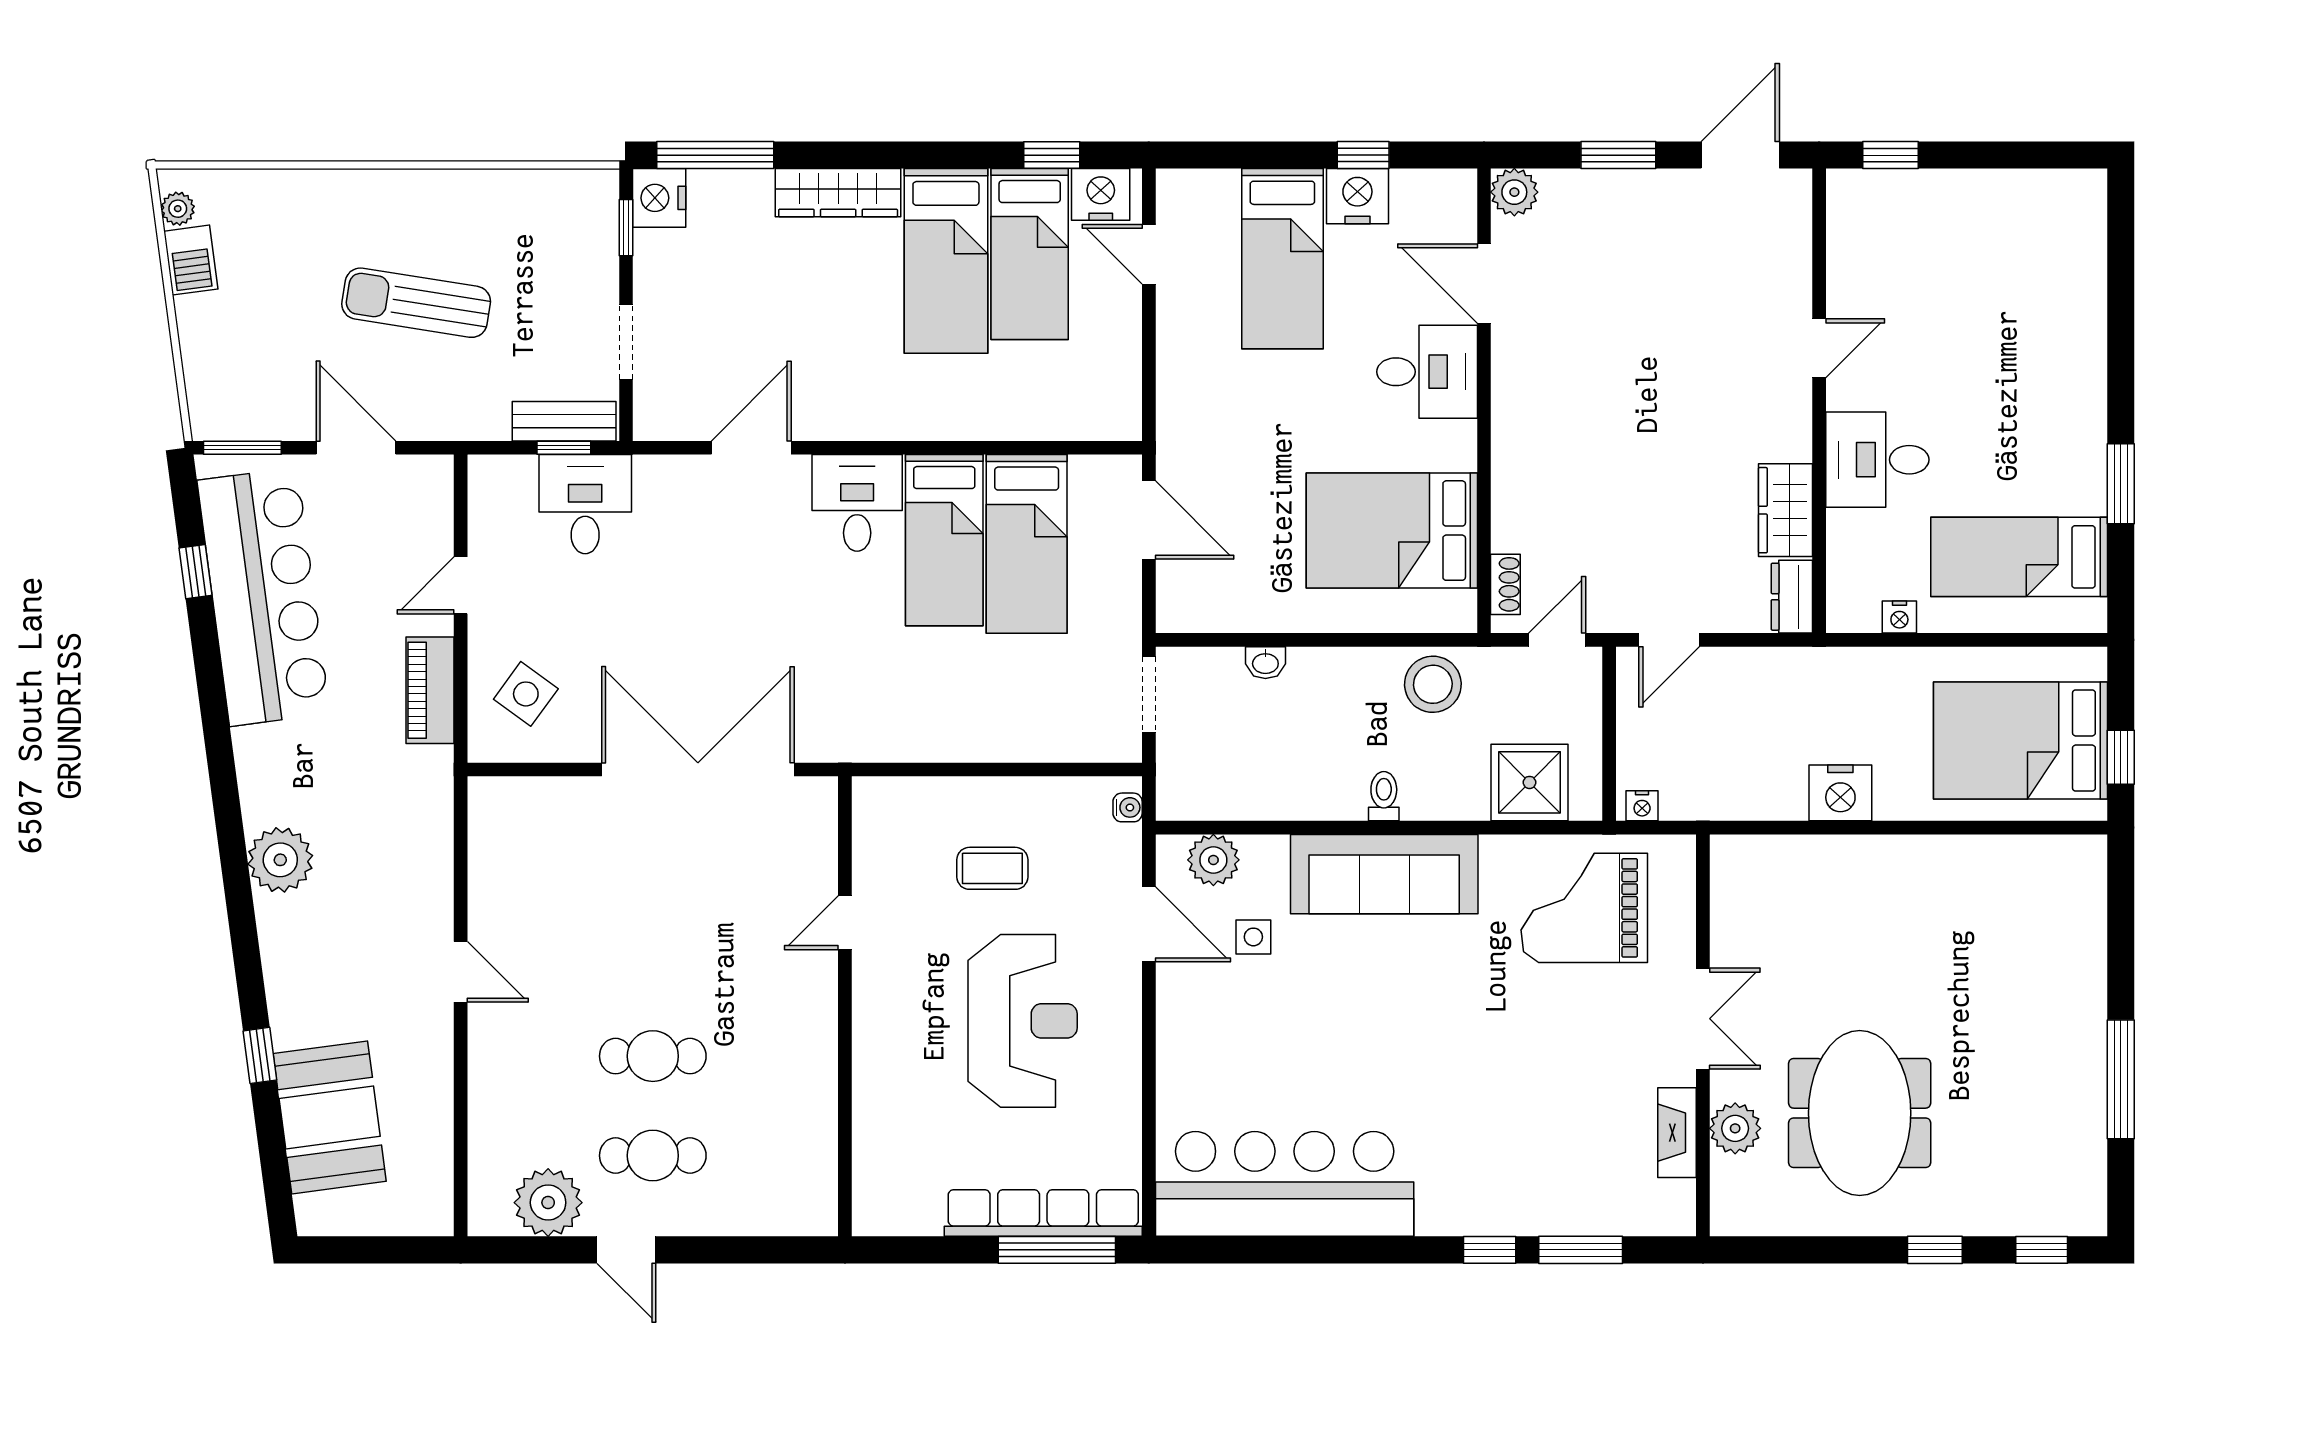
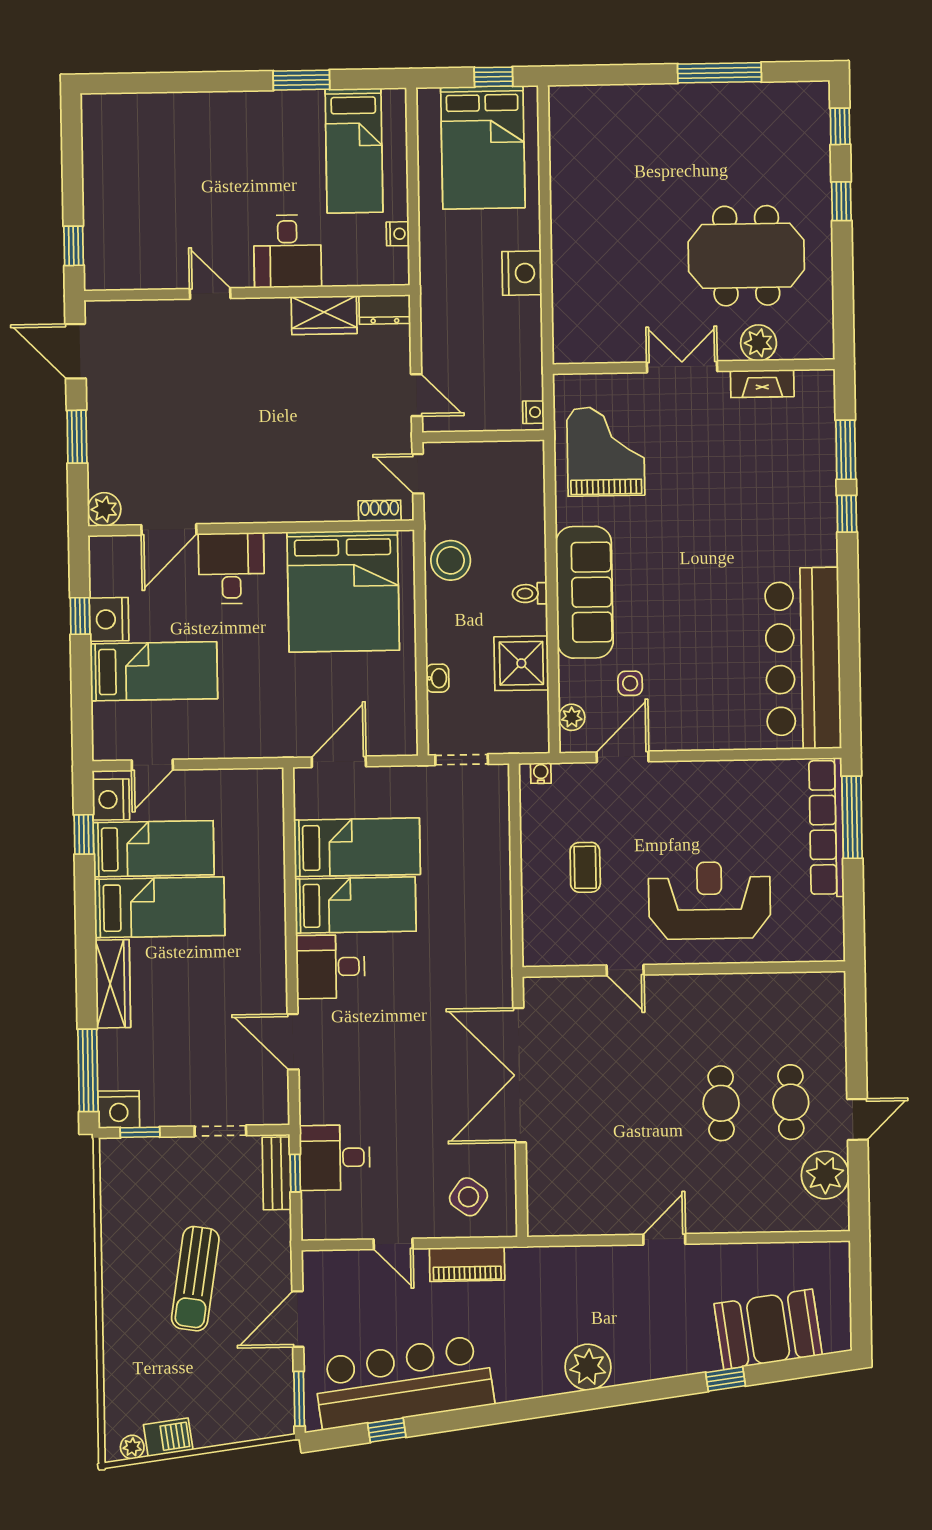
bed: (1392, 531) -> (343, 591), width x1.36
shower: (1530, 782) -> (521, 663), moved
plant: (1213, 860) -> (572, 717), width x0.73, depth x0.73
grand piano: (1584, 908) -> (606, 451), turned 180
reception desk: (1023, 1021) -> (710, 900), moved

